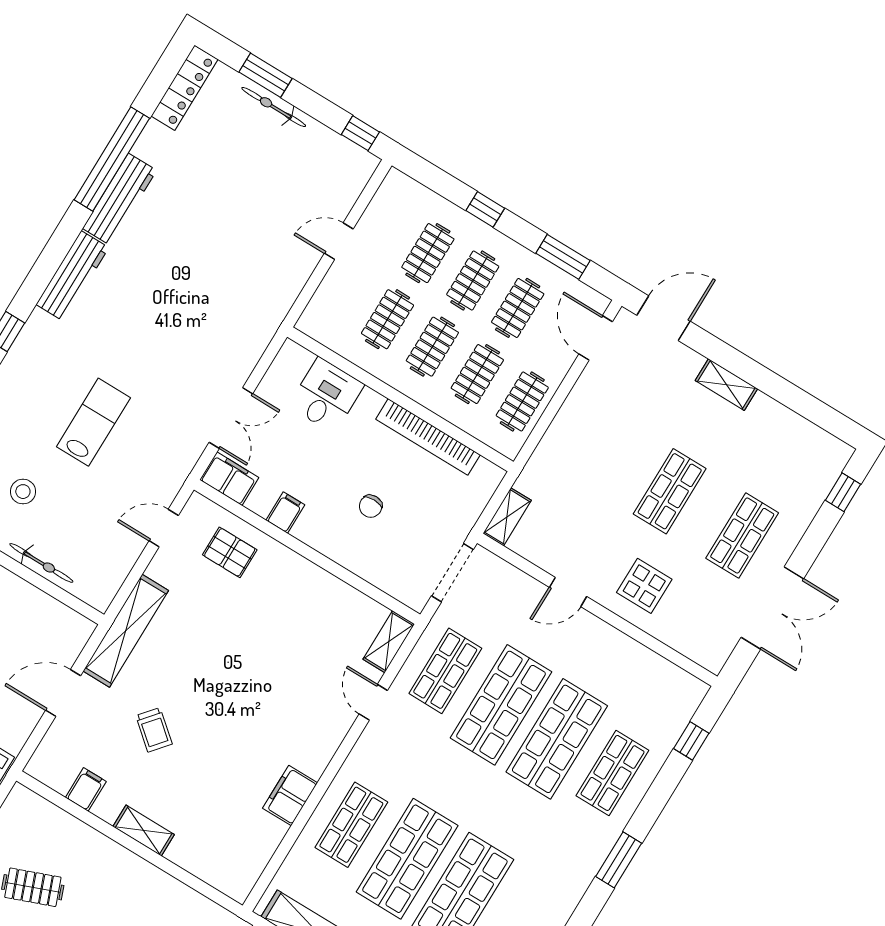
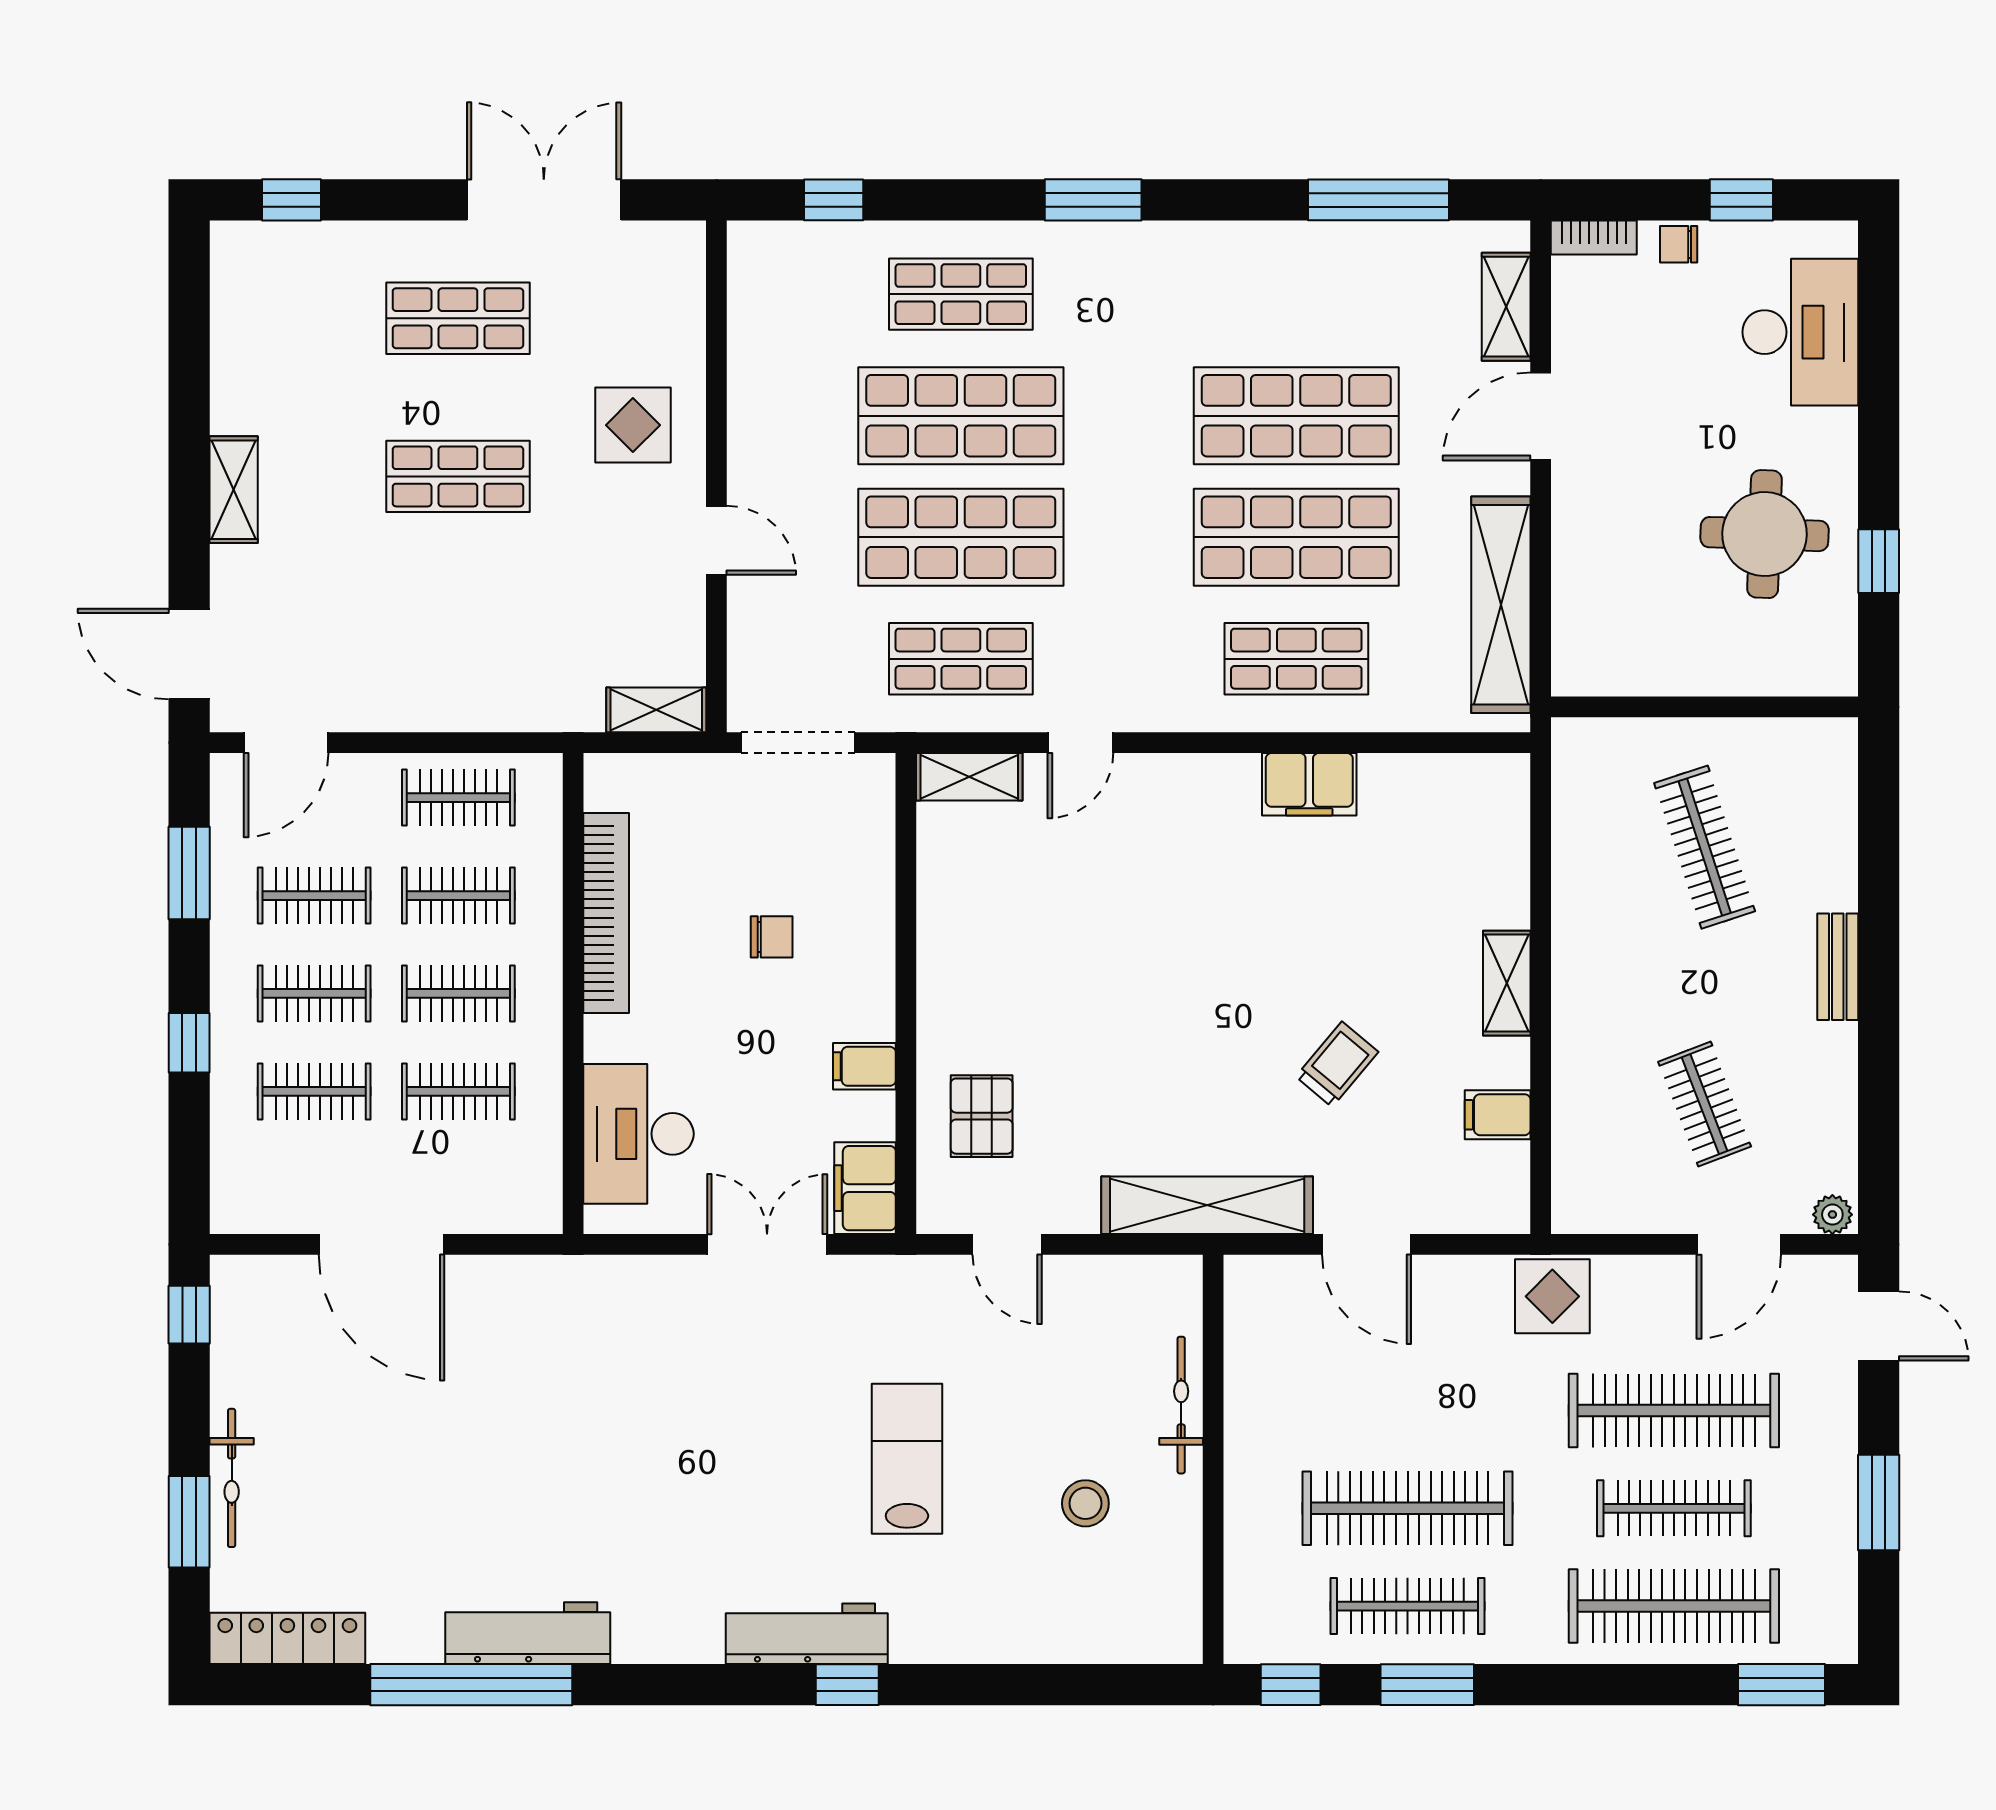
door: (339, 241) -> (382, 1244), width x1.88
workbench: (72, 276) -> (807, 1634), moved
desk: (326, 395) -> (638, 1134), width x1.37
lab bench: (93, 422) -> (907, 1459), turned 90

